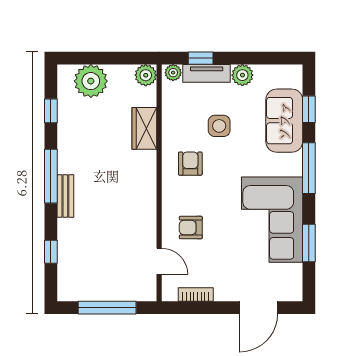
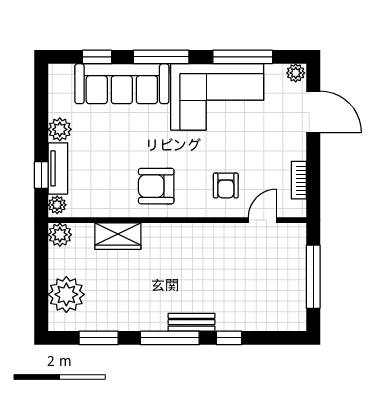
window: (51, 111) -> (99, 338), width x1.50
sofa: (284, 121) -> (122, 84), width x1.36
side table: (219, 126) -> (115, 155), removed
armchair: (190, 164) -> (156, 186), width x1.38, depth x1.38
window: (309, 243) -> (243, 57), width x1.44
window: (51, 252) -> (229, 338), moved
plant: (294, 292) -> (296, 73), added

